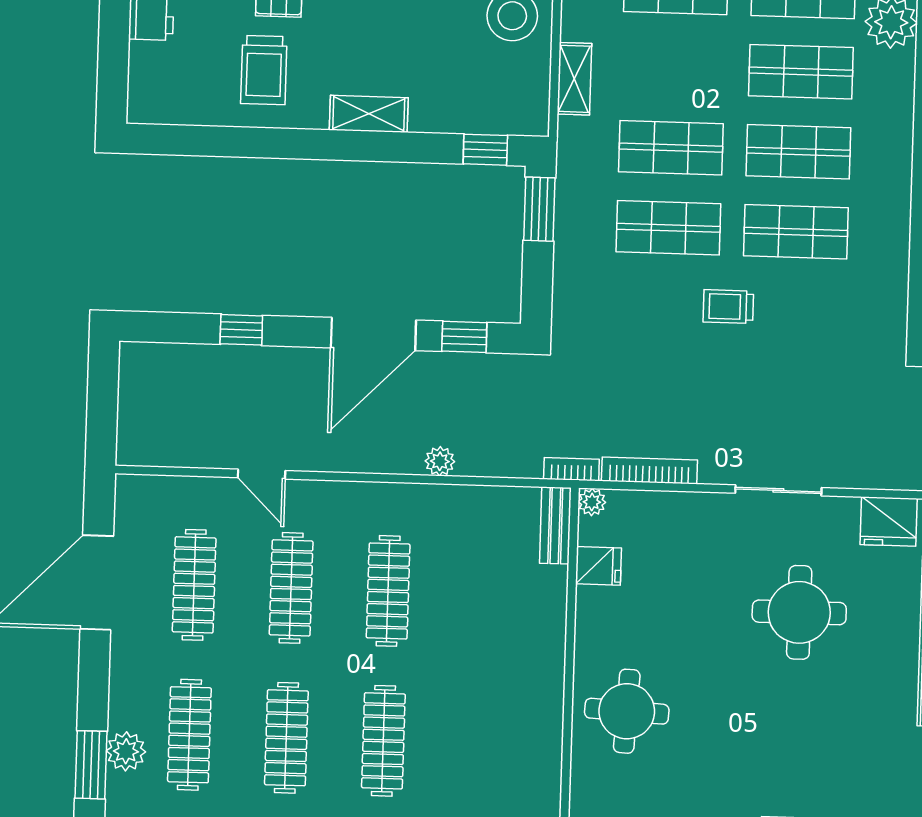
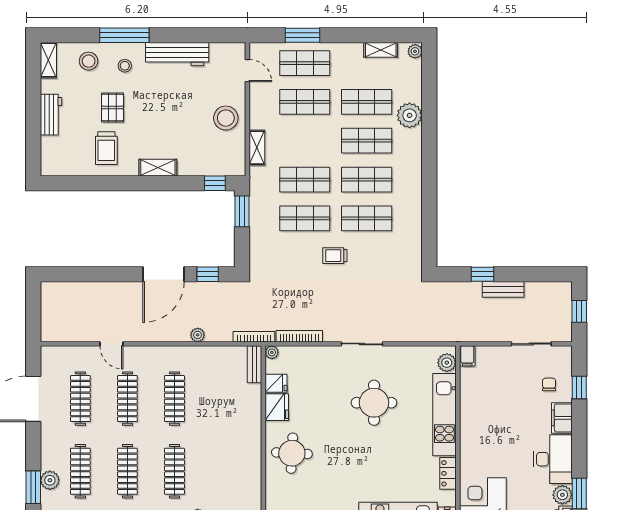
window: (241, 330) -> (99, 274), removed
bookcase: (571, 469) -> (254, 337), width x1.56
fridge: (889, 522) -> (277, 407), moved, turned -90

